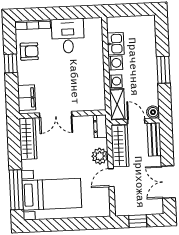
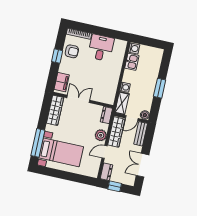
washing machine: (115, 63) -> (134, 48), moved
double door: (56, 115) -> (78, 99), swing flipped
door: (136, 121) -> (132, 118), swing flipped
dresser: (121, 204) -> (106, 172), added

